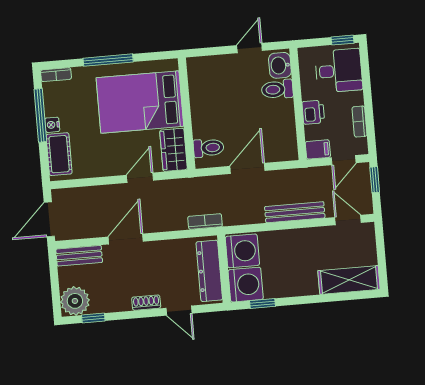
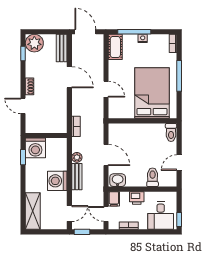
door: (250, 48) -> (179, 163), swing flipped
washbasin: (280, 65) -> (118, 180), moved
window: (40, 115) -> (134, 32), moved
toilet: (209, 148) -> (171, 132), moved
wardrobe: (174, 150) -> (121, 111), removed
cot: (59, 154) -> (115, 47), moved, turned 90
window: (375, 180) -> (82, 232), moved
bench: (295, 212) -> (77, 177), width x0.73
plant: (255, 216) -> (77, 157), added
washing machine: (242, 251) -> (57, 181), moved, turned 90
dresser: (209, 271) -> (46, 126), removed
door: (179, 311) -> (23, 106), hinge flipped

